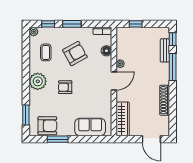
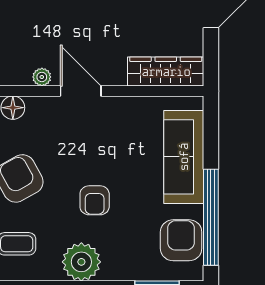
sofa: (90, 127) -> (184, 157), width x1.36
window: (58, 139) -> (211, 217), width x2.11

